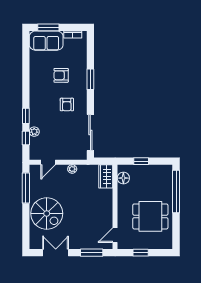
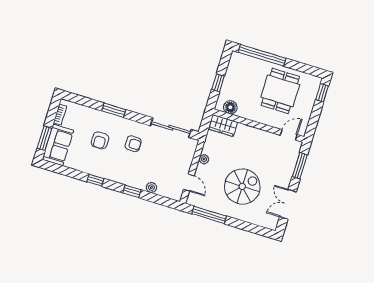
window: (26, 138) -> (95, 180), moved
spiral stairs: (47, 213) -> (242, 187), moved
door: (115, 235) -> (289, 135), swing flipped
window: (141, 253) -> (322, 93), moved

